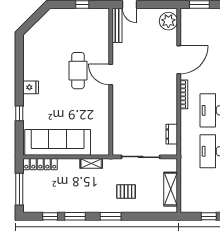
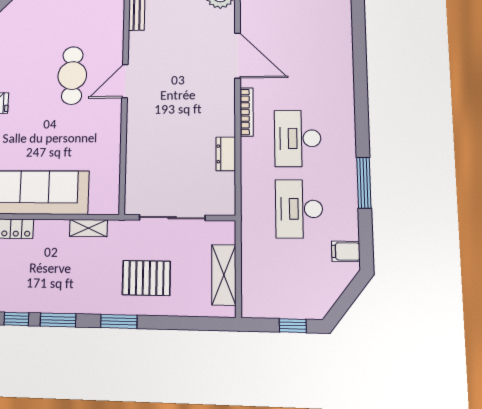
door: (179, 60) -> (238, 56), hinge flipped
door: (111, 75) -> (125, 81), hinge flipped
dresser: (172, 134) -> (226, 154), moved
pallet: (126, 192) -> (146, 278), width x1.50, depth x1.42

